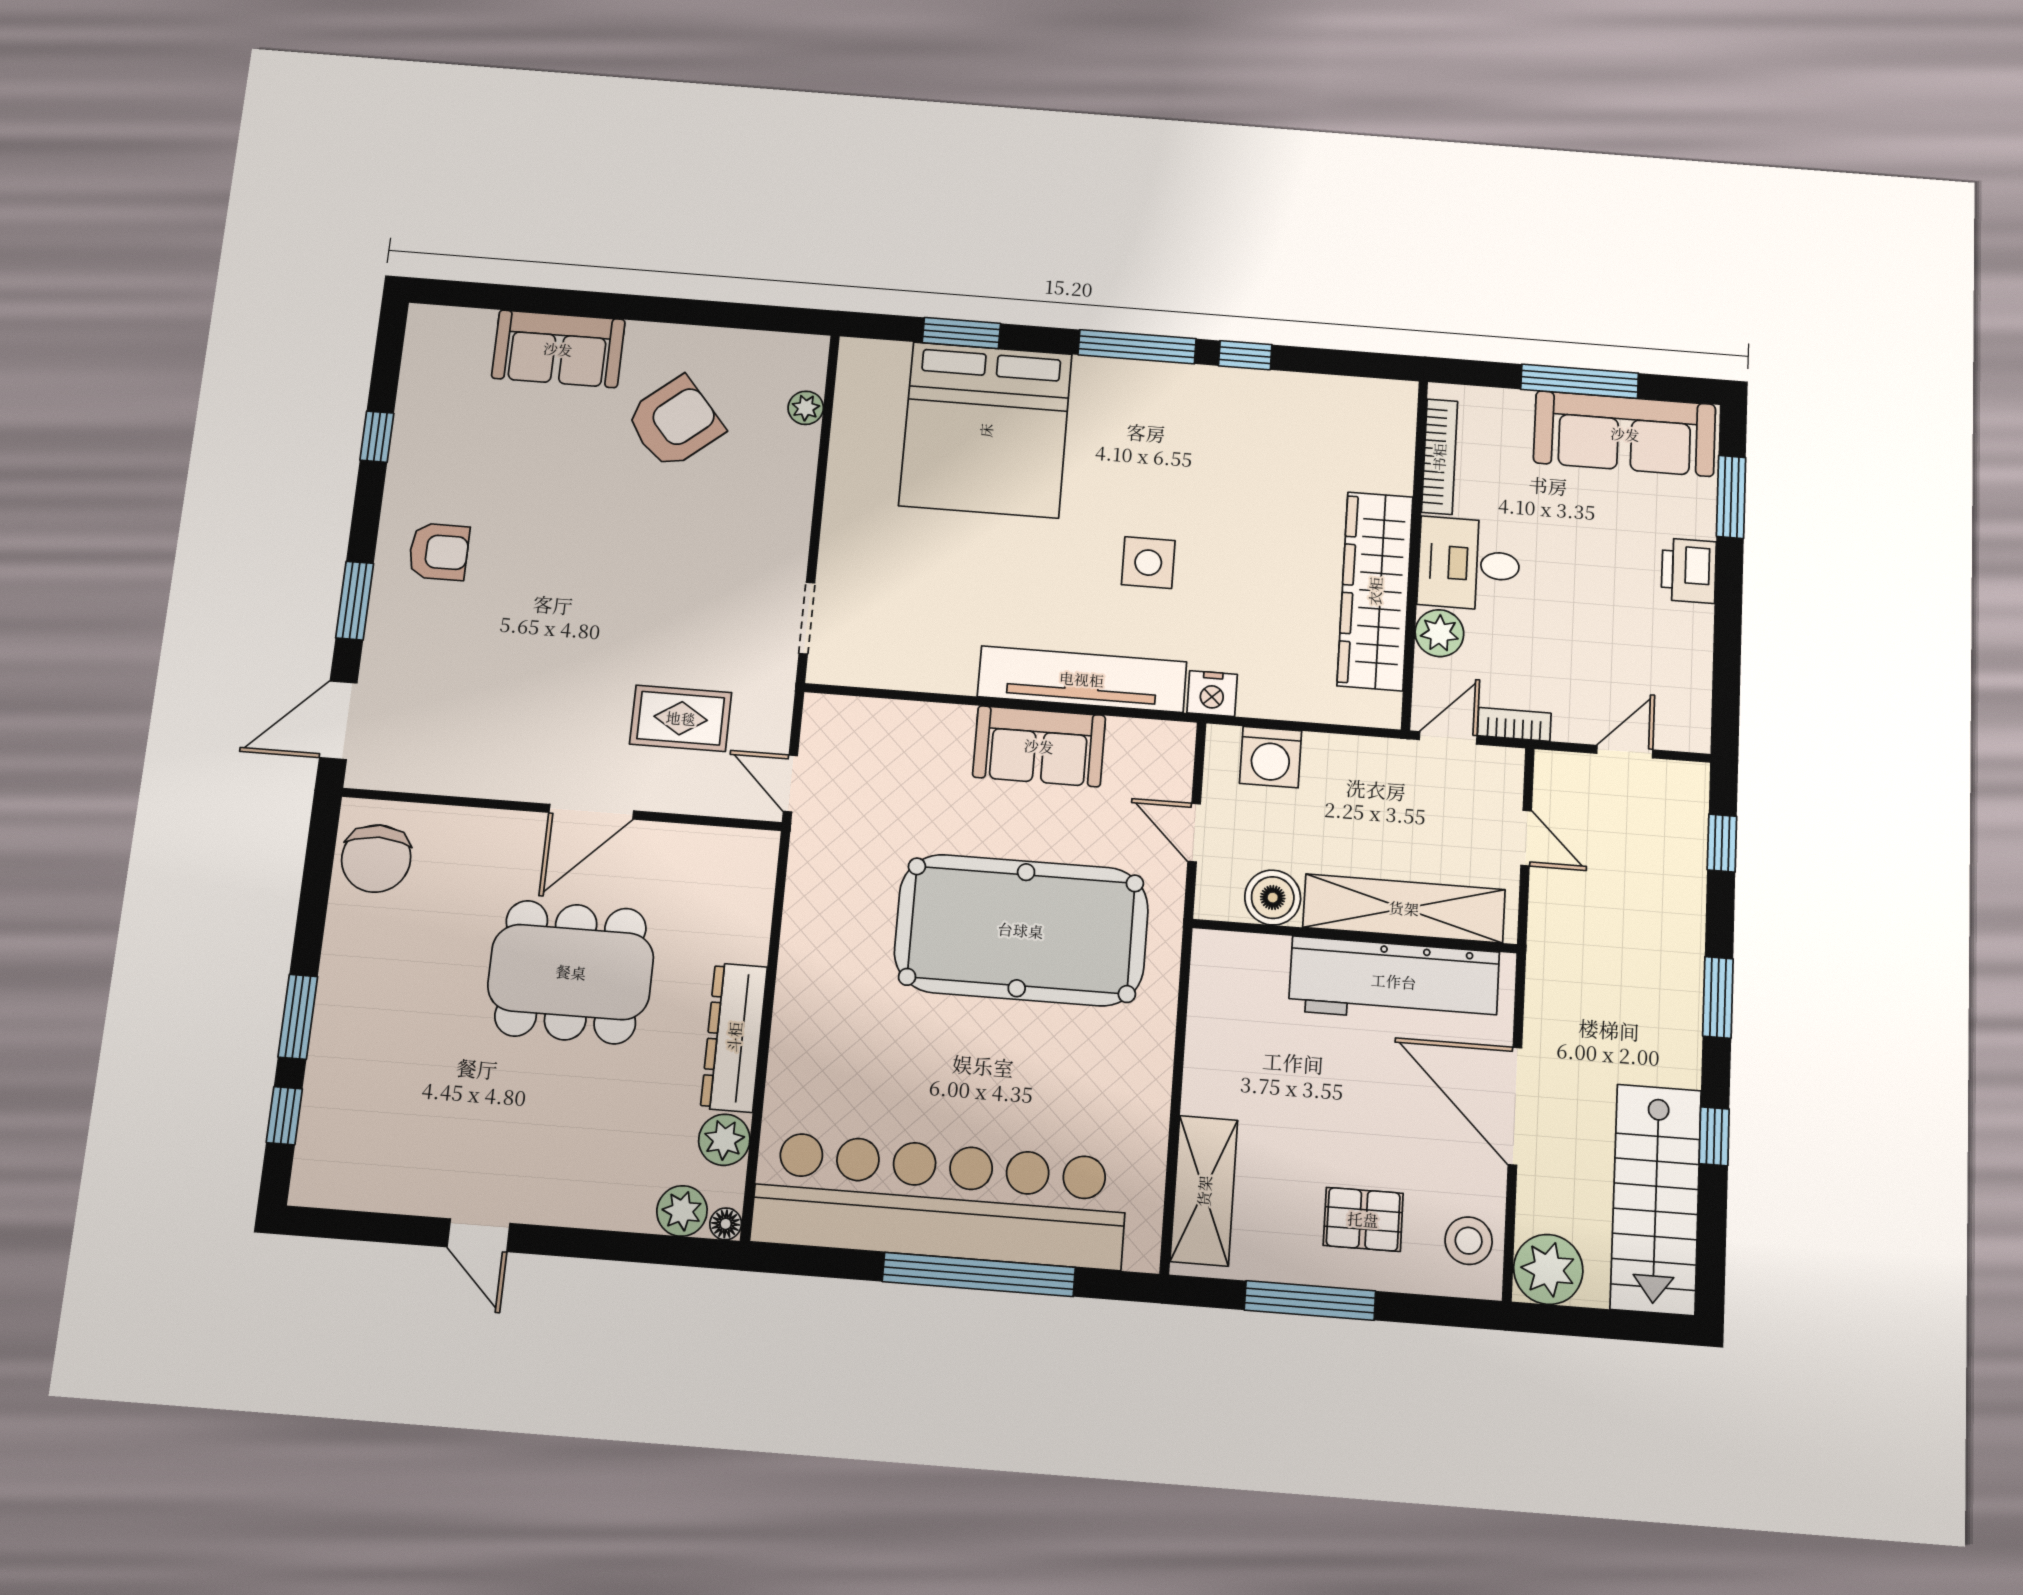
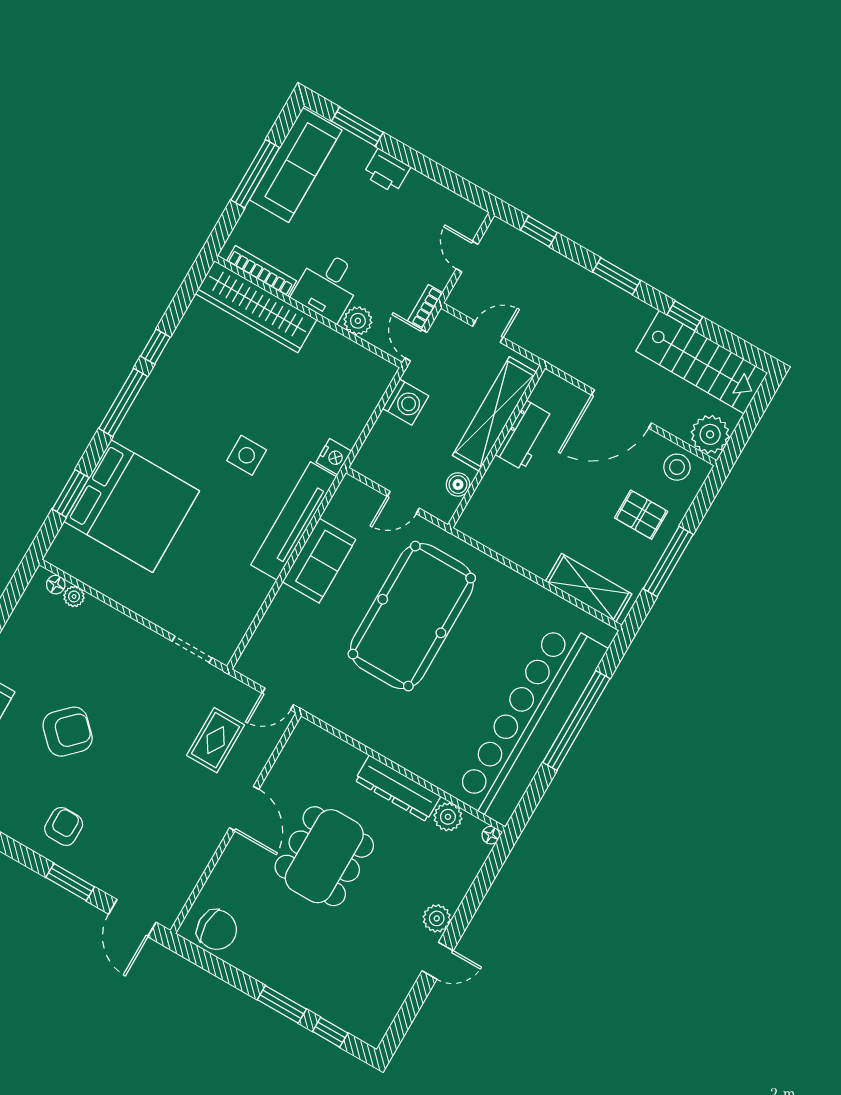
floor lamp: (811, 373) -> (56, 585), added
armchair: (675, 422) -> (68, 732), moved, turned 85
wardrobe: (1375, 591) -> (256, 307), moved
washing machine: (1271, 757) -> (406, 402), moved
boiler: (1273, 898) -> (458, 485), width x0.73, depth x0.73
workbench: (1394, 981) -> (525, 435), width x0.53, depth x0.76
plant: (682, 1211) -> (437, 918), moved
pallet: (1363, 1219) -> (641, 515), turned 90

